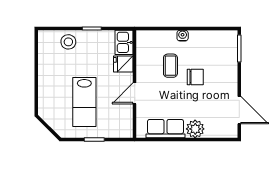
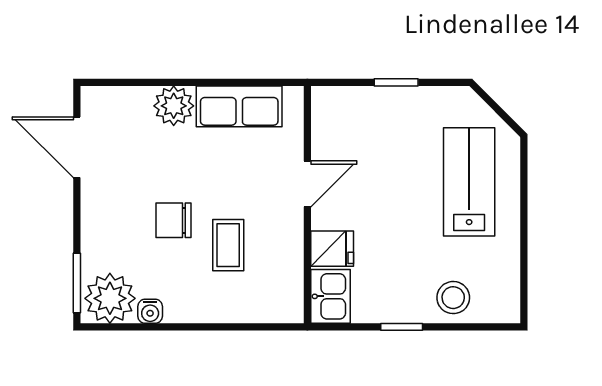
water cooler: (183, 36) -> (150, 311), moved
plant: (224, 42) -> (110, 298), added
lab bench: (84, 102) -> (469, 182), moved

